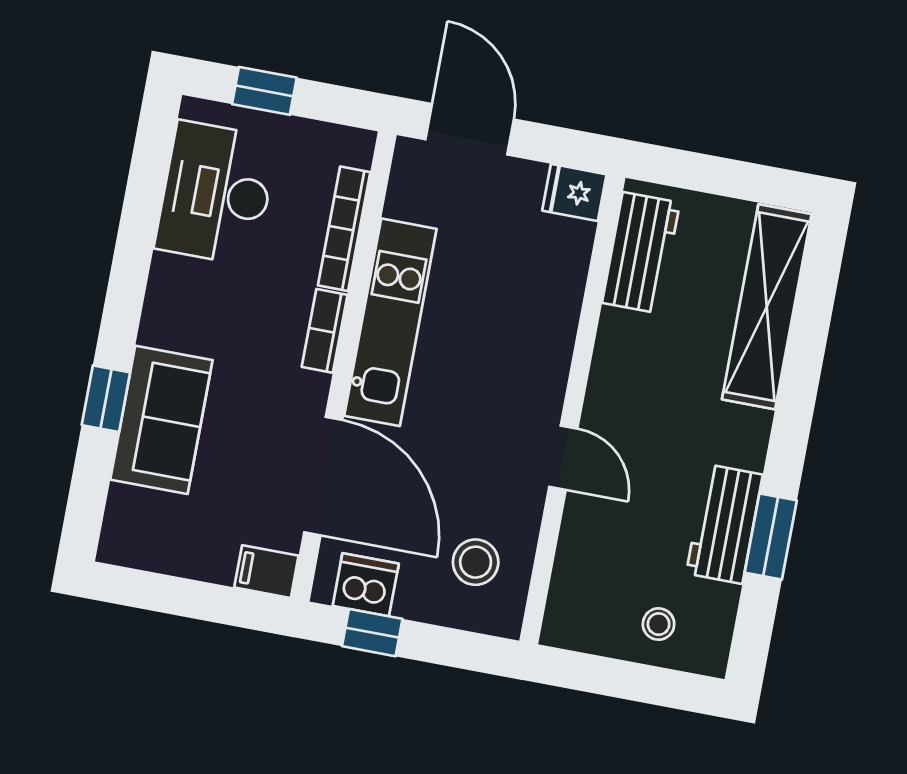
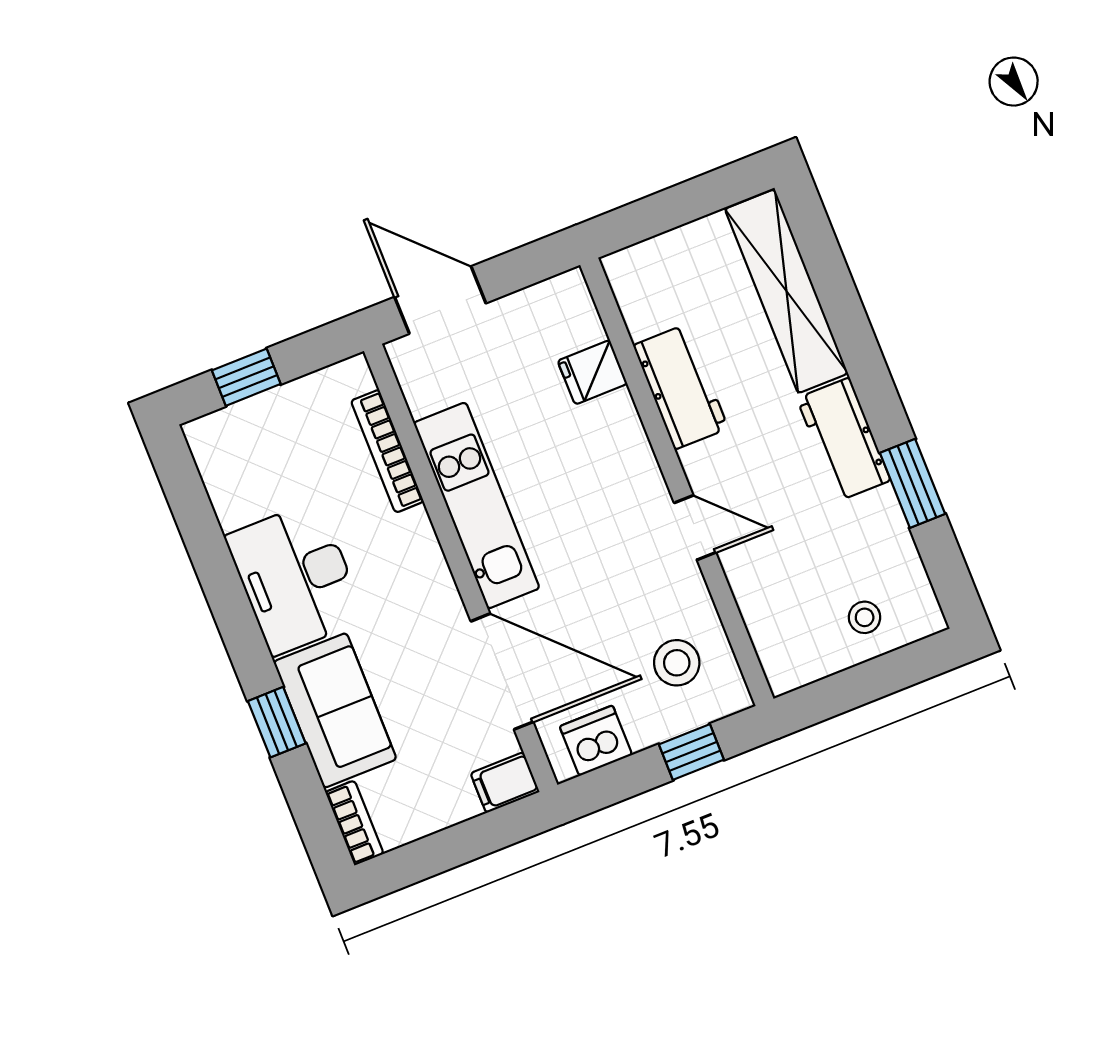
fridge: (574, 192) -> (592, 372), moved
desk: (216, 193) -> (295, 578), moved
workbench: (641, 253) -> (681, 387), moved
bookcase: (325, 331) -> (354, 823), moved, turned 180
workbench: (724, 524) -> (844, 439), moved
window: (372, 633) -> (691, 752), moved

